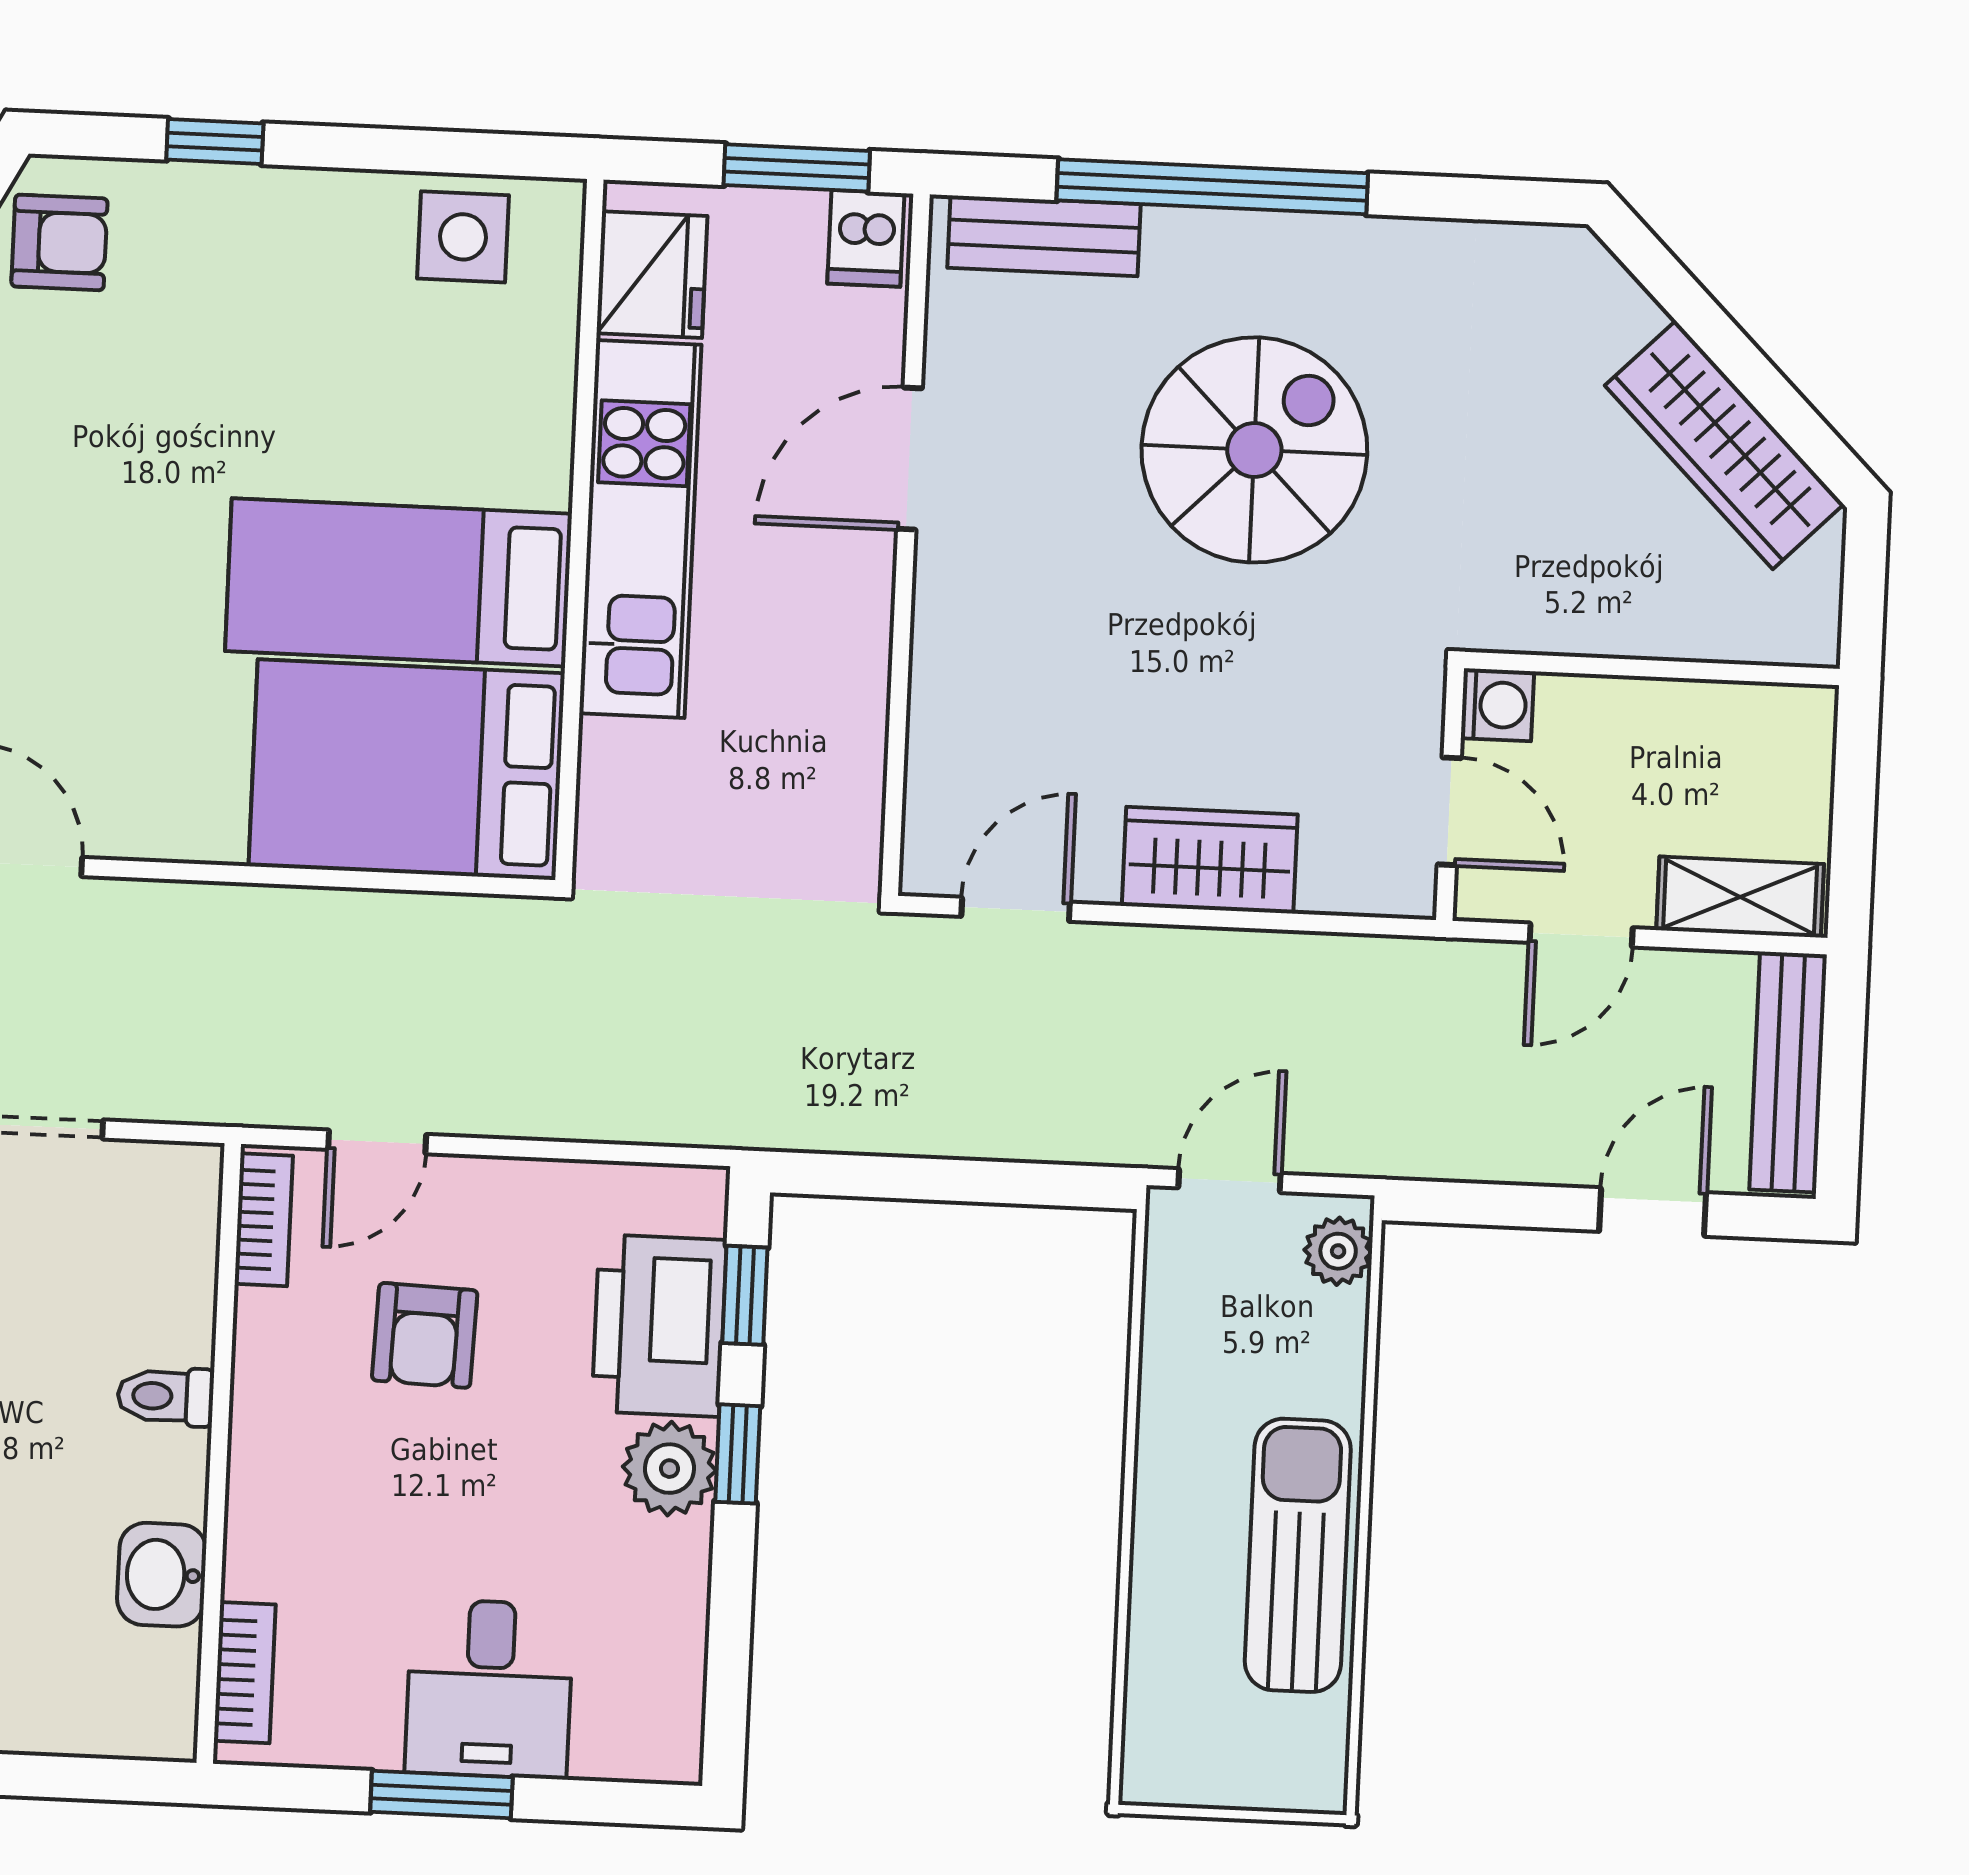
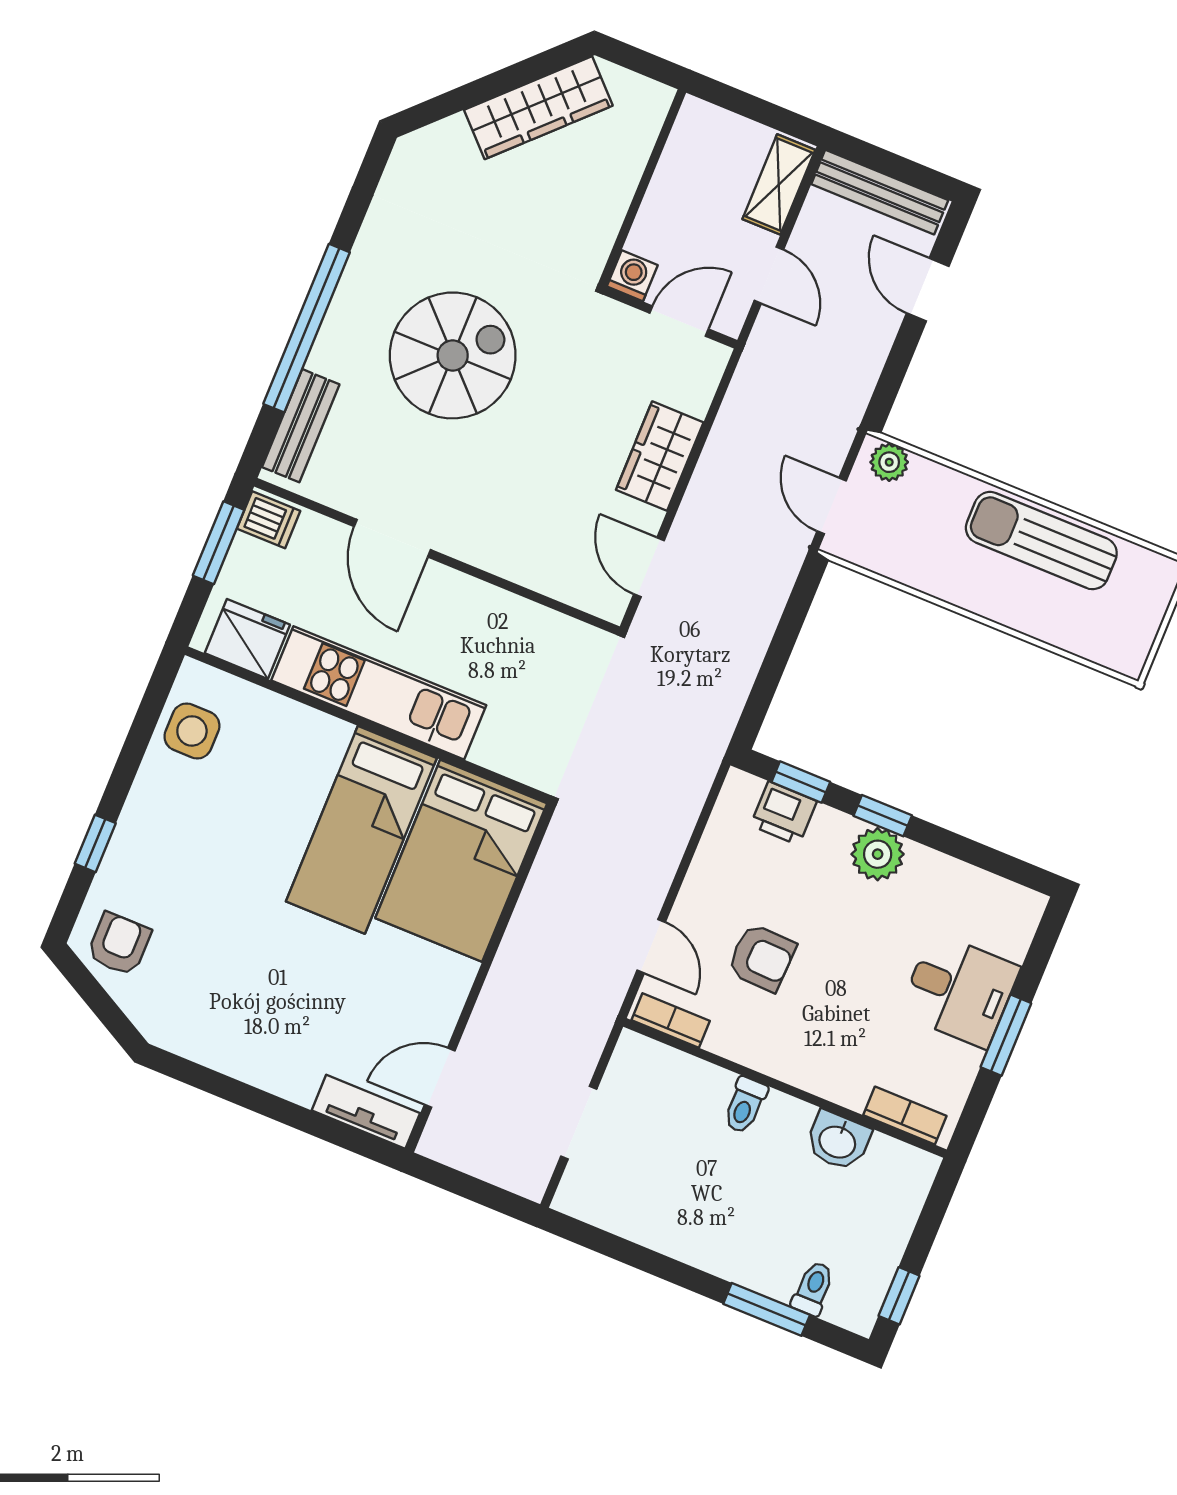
spiral stairs: (1254, 450) -> (453, 355), turned 90
printer: (659, 1326) -> (784, 813), width x0.53, depth x0.68

